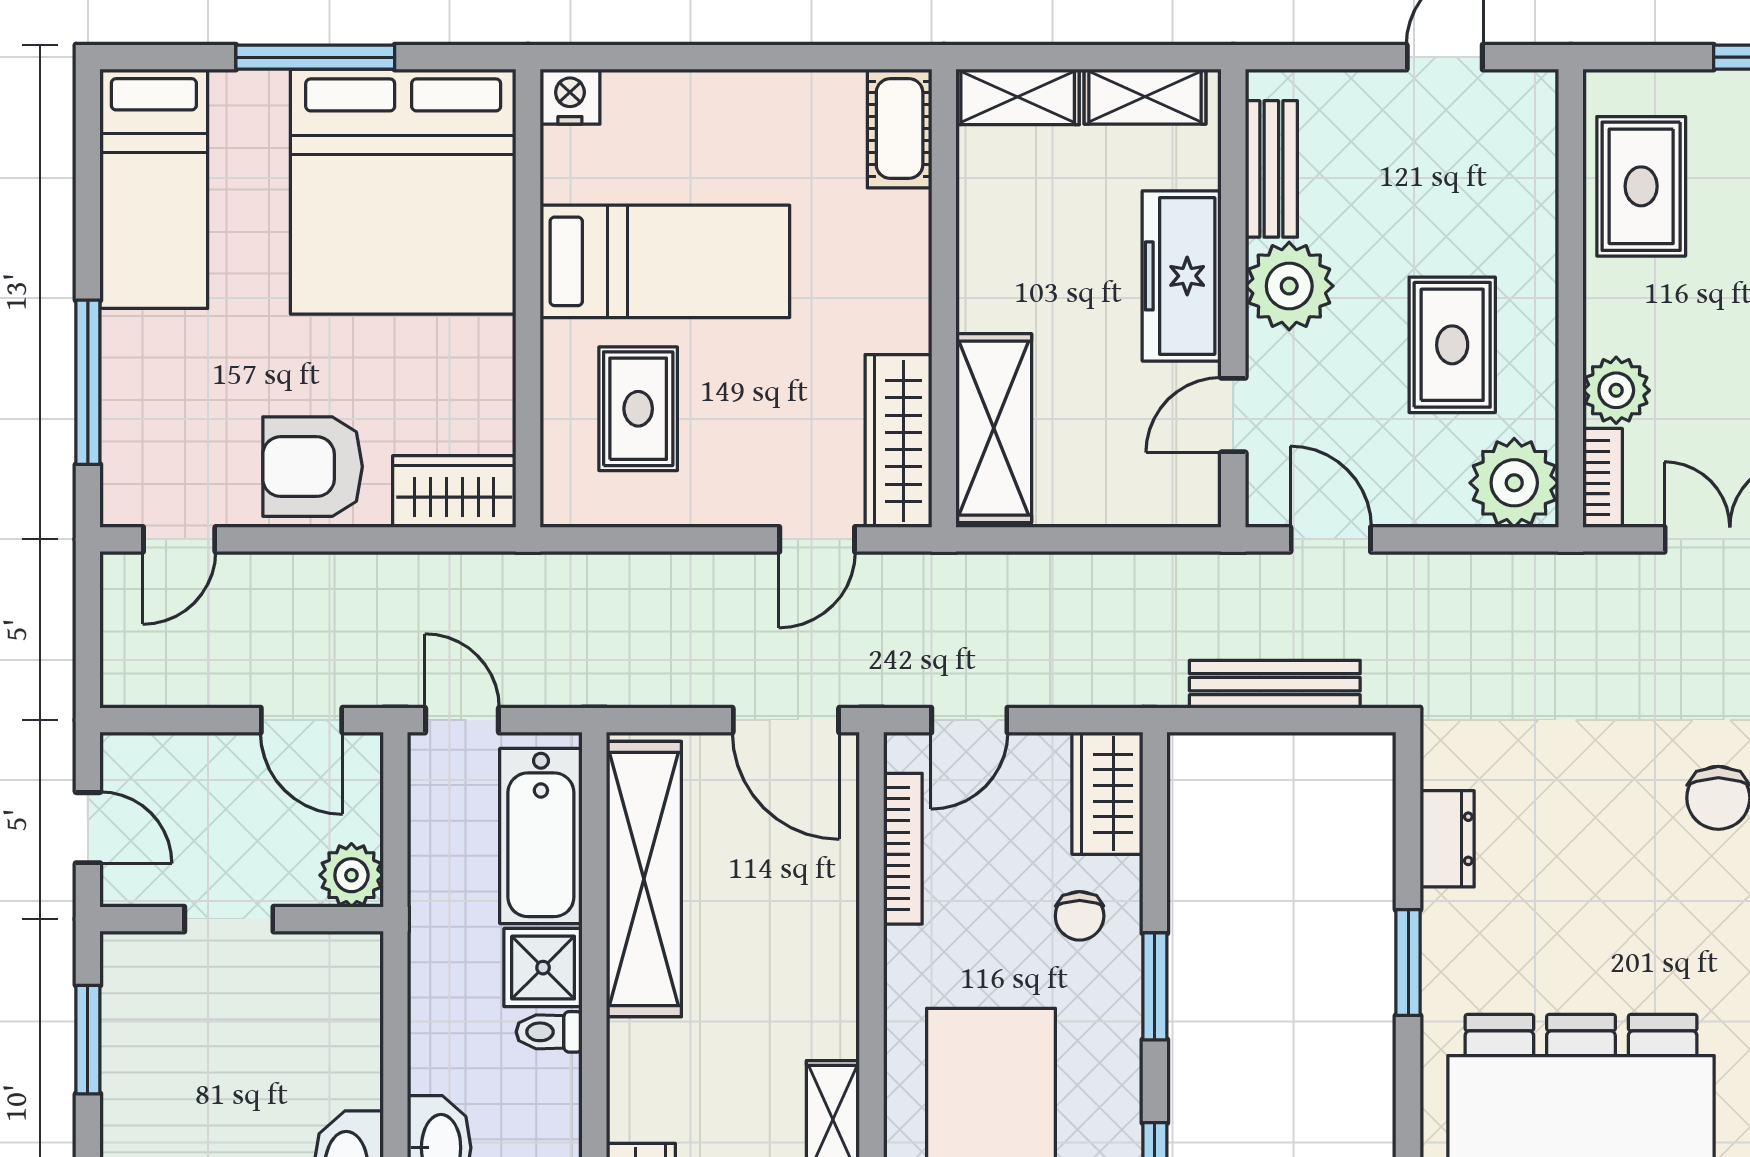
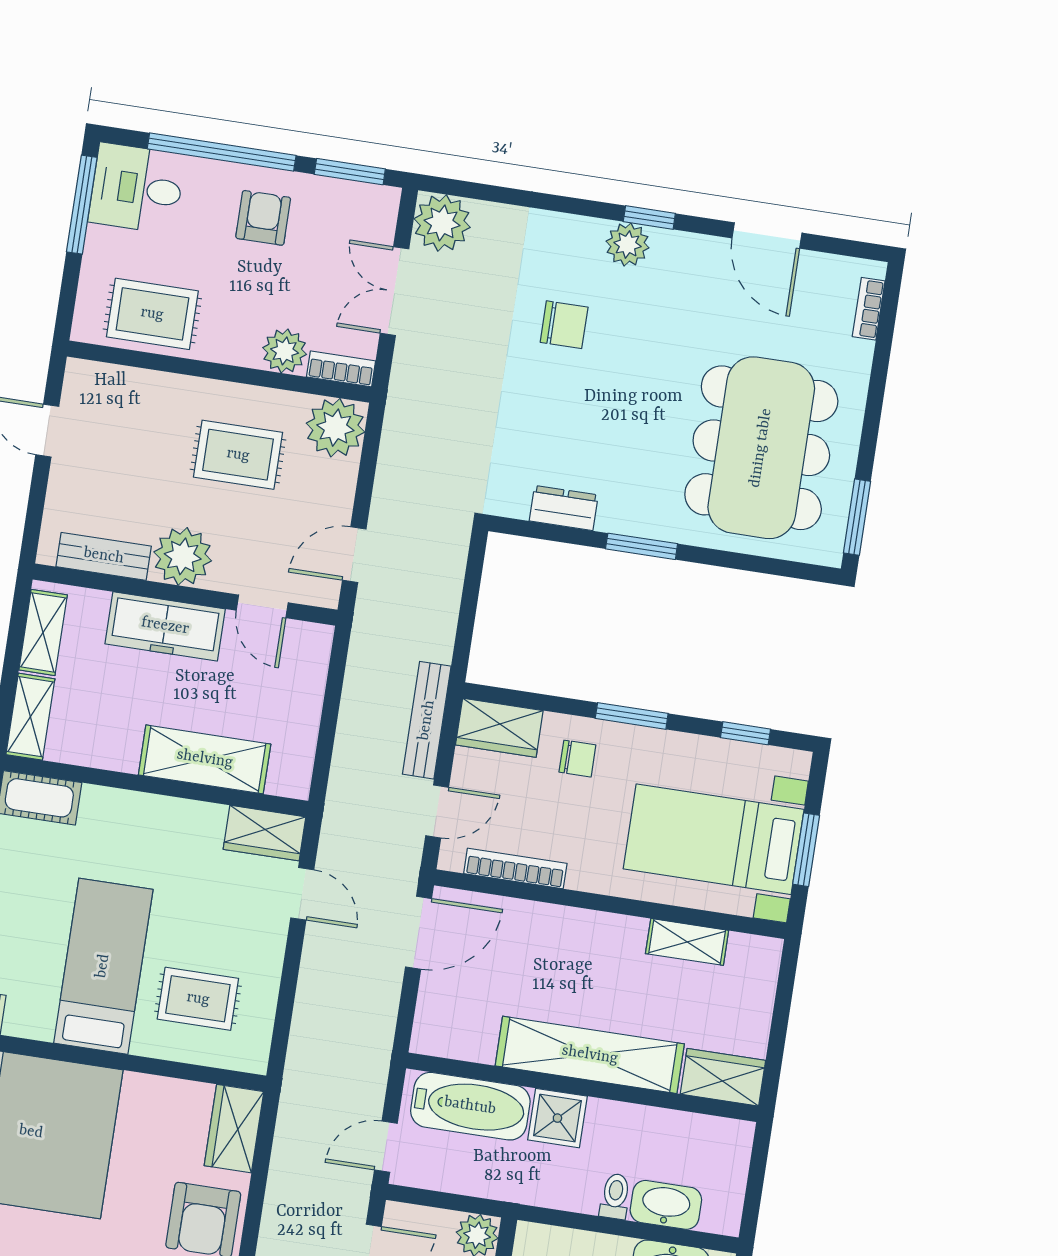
shelving: (994, 428) -> (205, 759), moved
wardrobe: (898, 441) -> (265, 833), width x0.67
bench: (1275, 684) -> (427, 720), moved
door: (969, 720) -> (437, 812), hinge flipped
shelving: (644, 879) -> (590, 1055), moved
toilet: (549, 1032) -> (615, 1196), moved, turned 180

